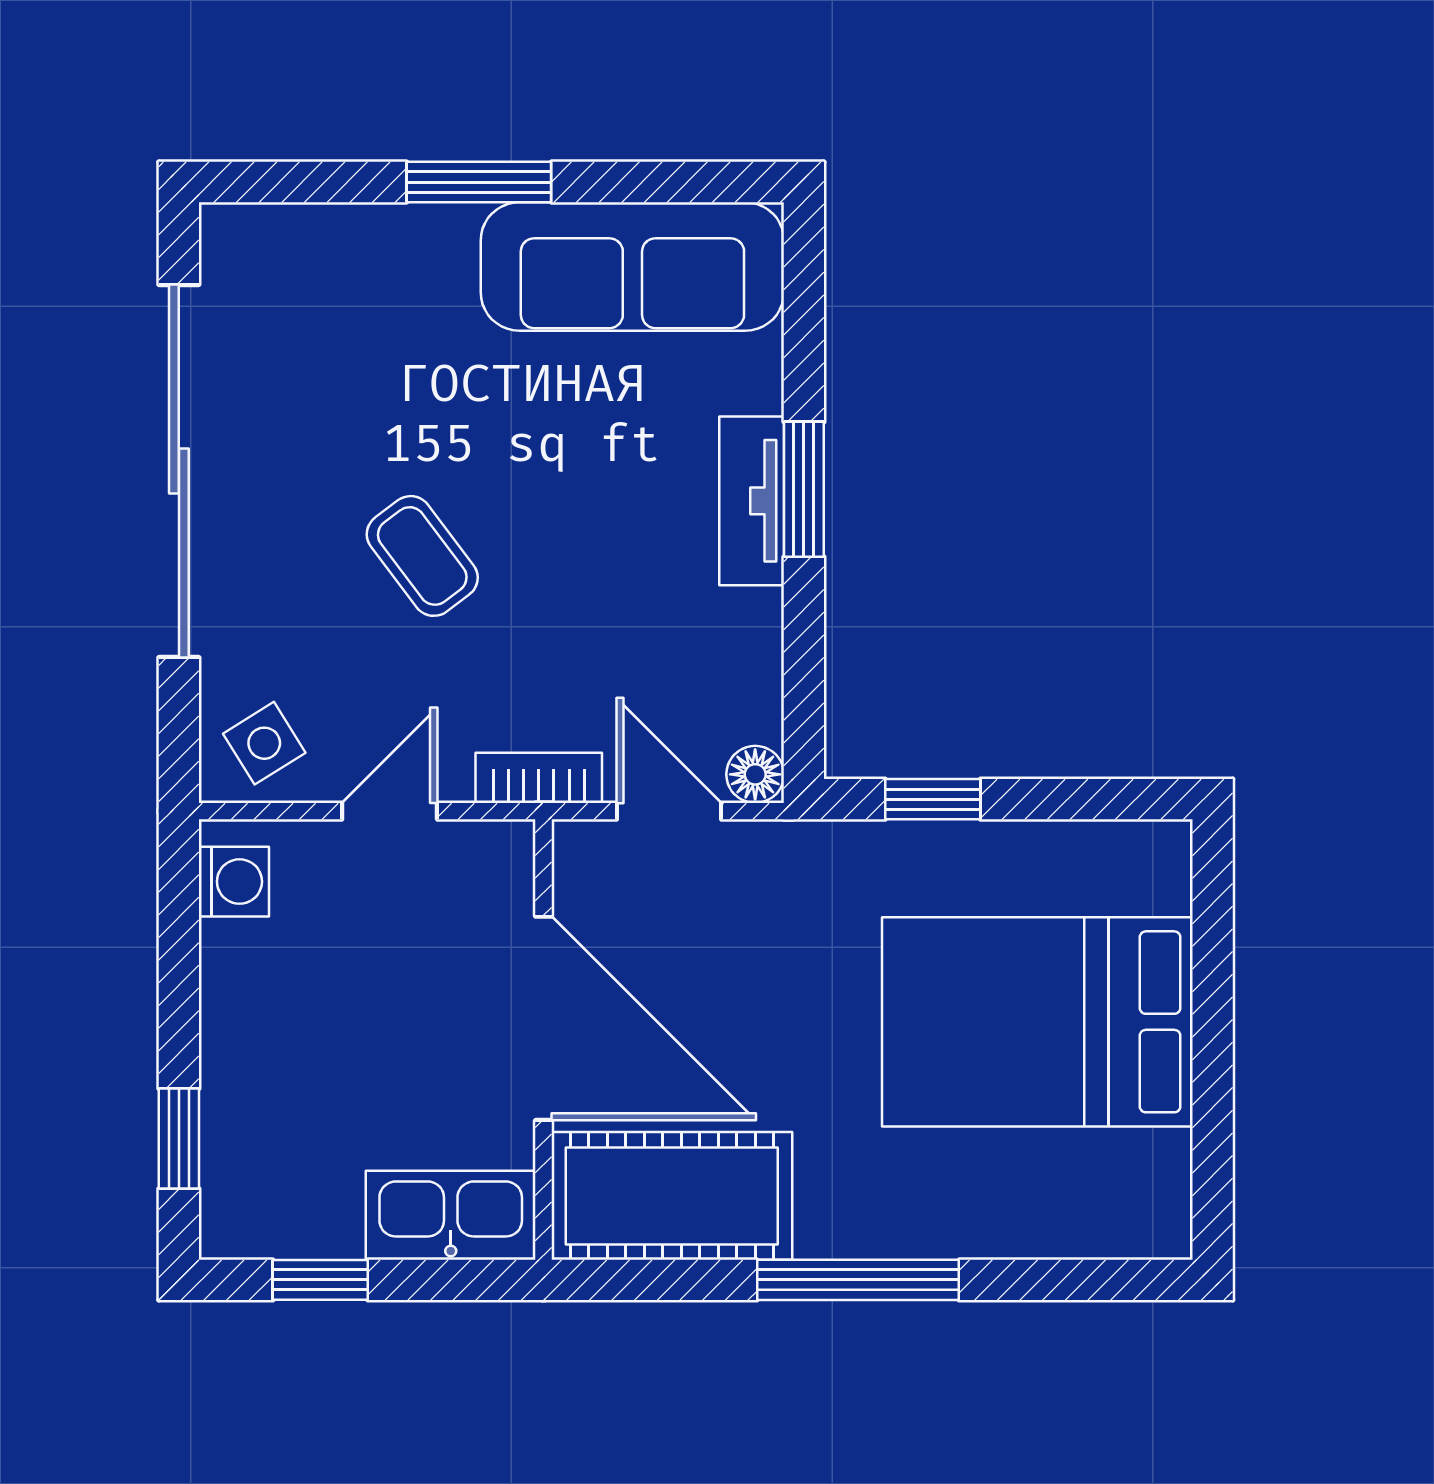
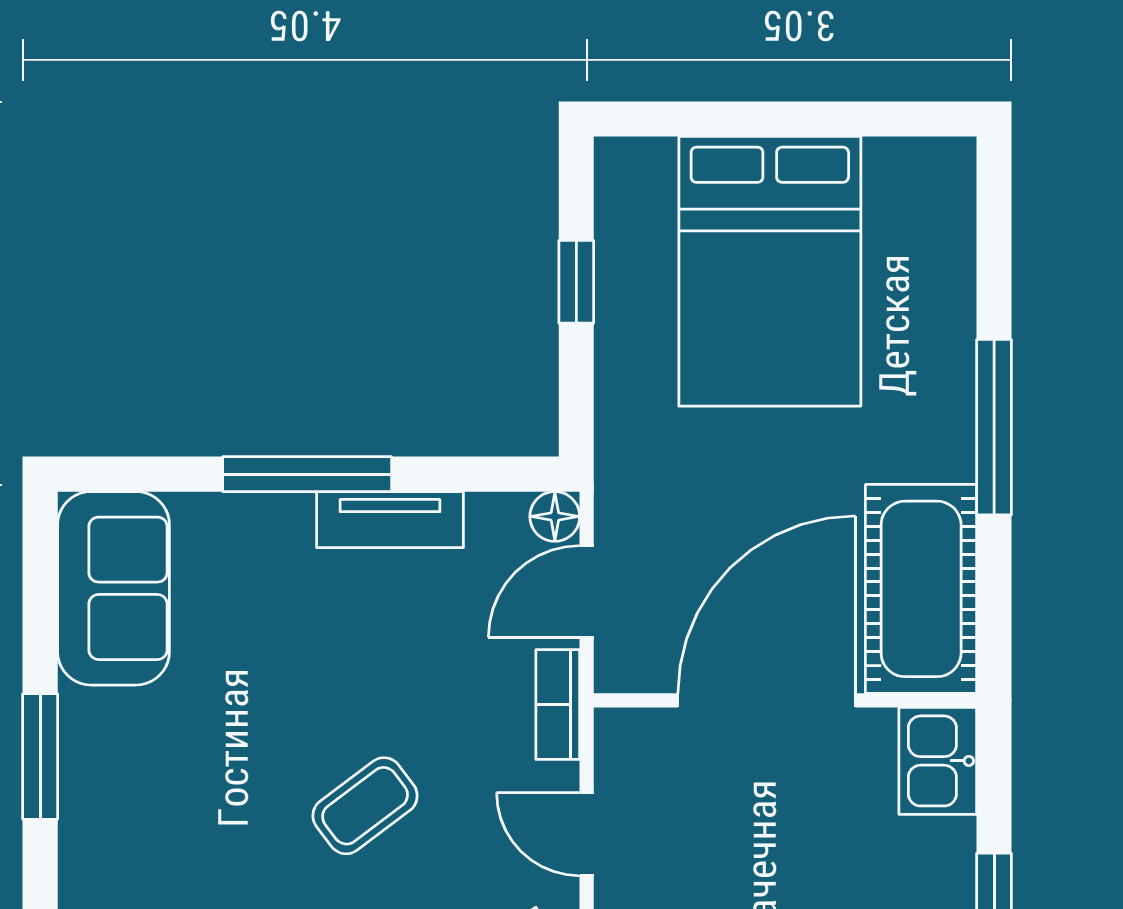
sofa: (632, 266) -> (113, 588), width x0.73
window: (804, 489) -> (307, 474), width x1.44
tv unit: (752, 501) -> (390, 520), moved
window: (933, 799) -> (576, 282), moved
kitchen sink: (451, 1215) -> (938, 761), width x0.73

